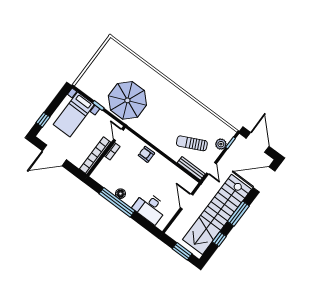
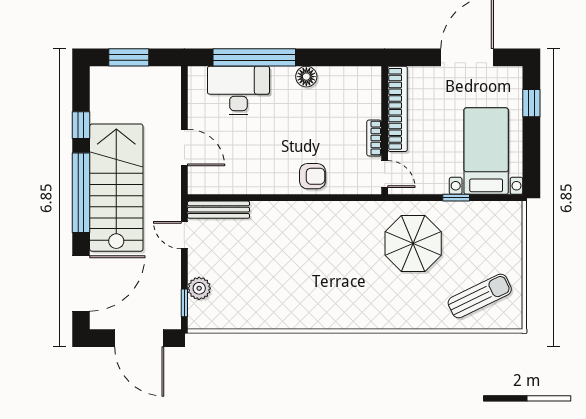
parasol: (127, 100) -> (413, 244), width x0.73, depth x0.73
sun lounger: (192, 143) -> (480, 296), moved
window: (117, 202) -> (254, 57), moved
stairs: (217, 214) -> (116, 188), width x0.73
window: (238, 214) -> (81, 193), width x1.46

